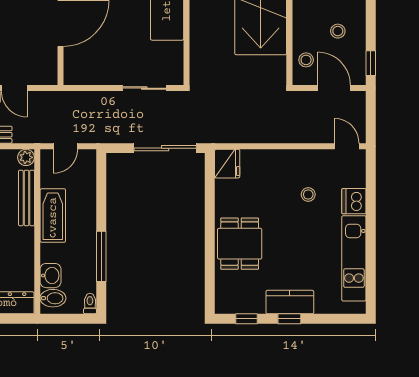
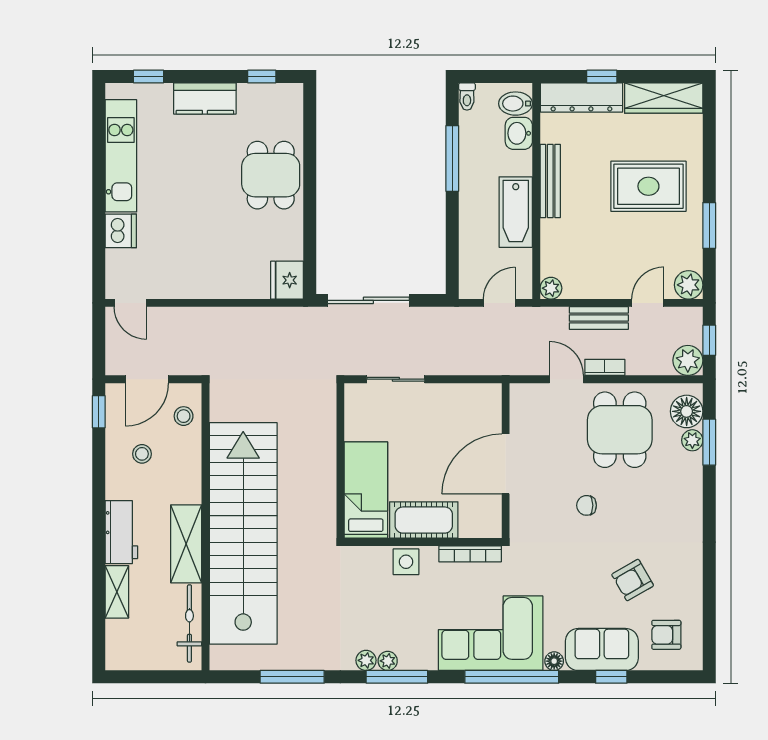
door: (334, 88) -> (147, 379), hinge flipped
stool: (308, 194) -> (181, 240), removed
bench: (26, 198) -> (550, 181), moved
window: (289, 319) -> (149, 77), moved

